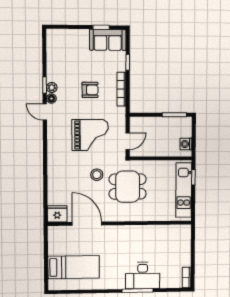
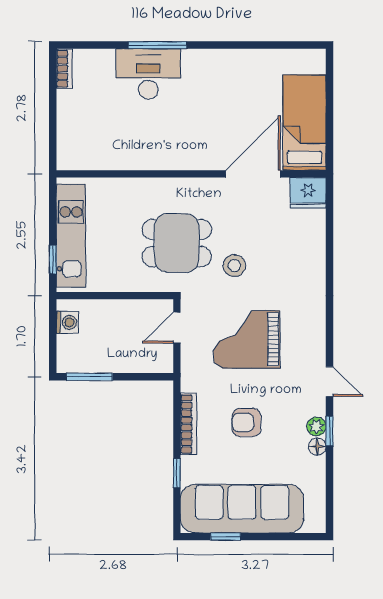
sofa: (108, 40) -> (242, 509), width x1.85, depth x1.27
floor lamp: (51, 99) -> (317, 447), moved
door: (87, 224) -> (253, 174), swing flipped
bed: (74, 267) -> (304, 123), moved, turned 90

